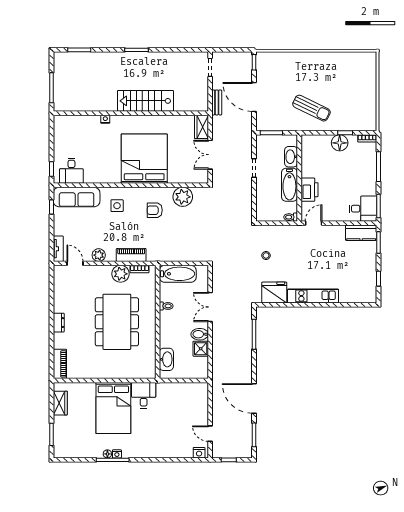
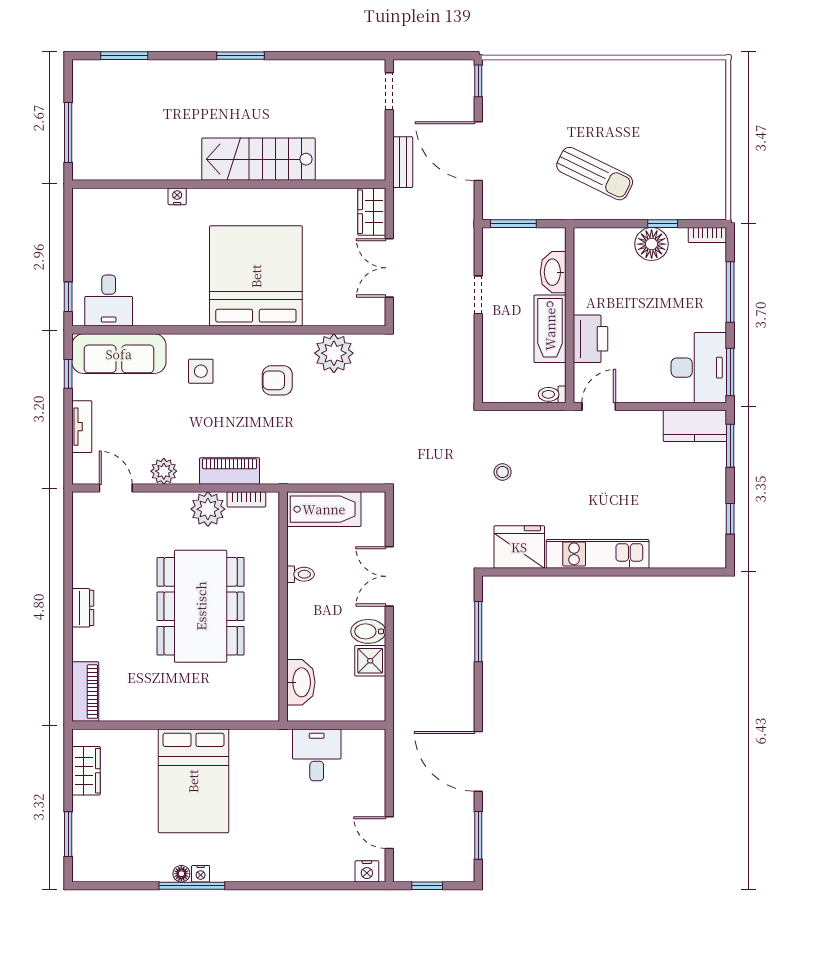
desk: (363, 209) -> (699, 368), width x1.37
tv unit: (58, 249) -> (82, 427), moved
desk: (144, 395) -> (317, 755), moved

